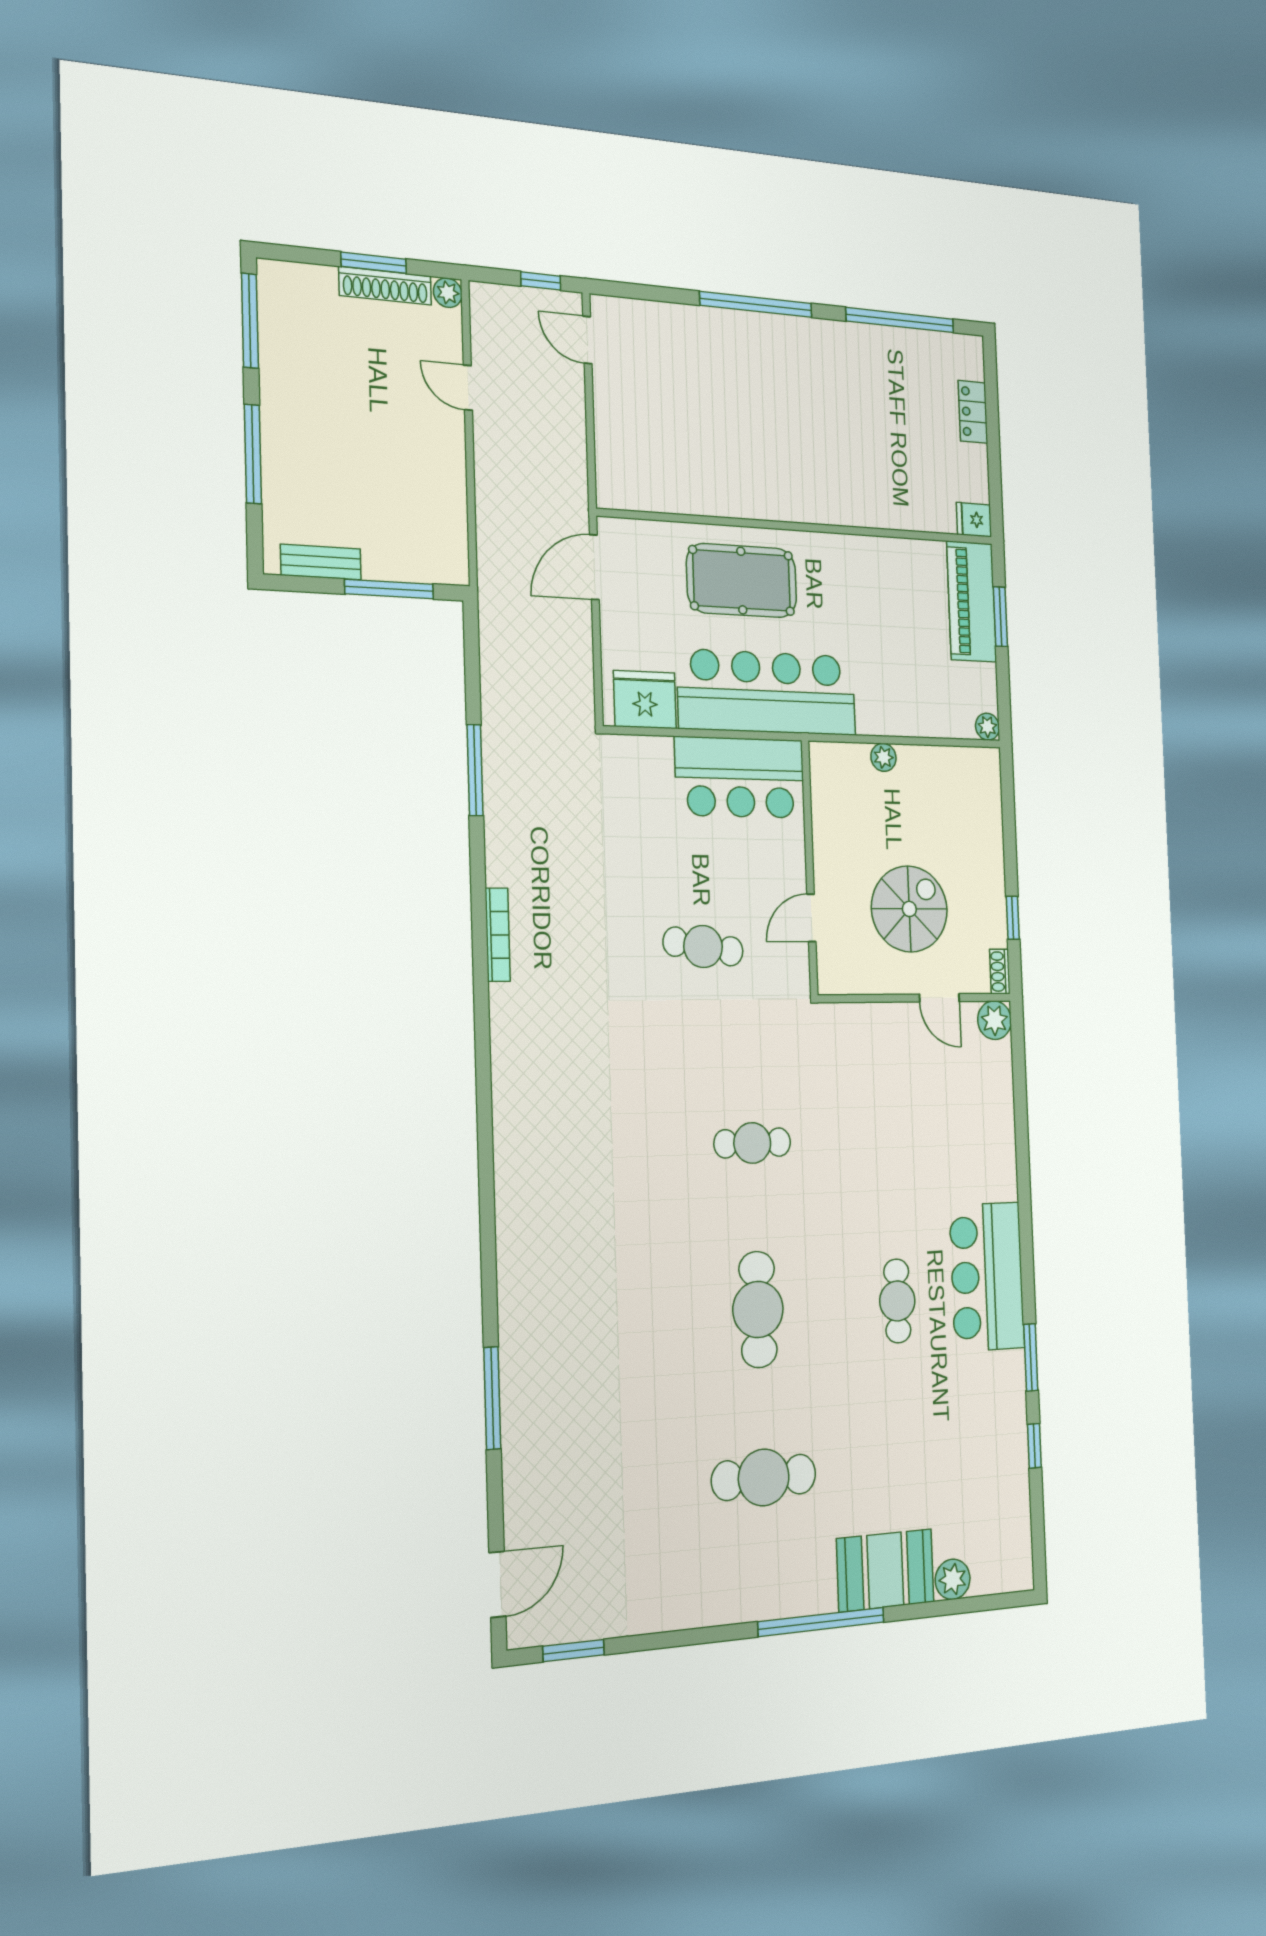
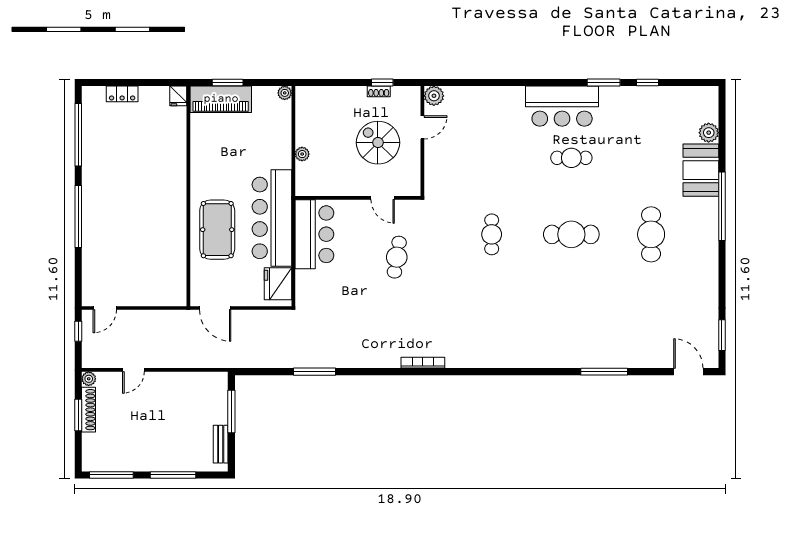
bookcase: (498, 935) -> (423, 363), moved
shoe rack: (1000, 972) -> (379, 91), moved

